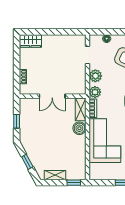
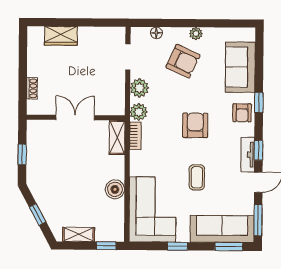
wardrobe: (30, 41) -> (61, 36), moved
double door: (52, 96) -> (75, 118), swing flipped
boiler: (79, 128) -> (115, 189), moved
corner sofa: (105, 141) -> (153, 209), moved

